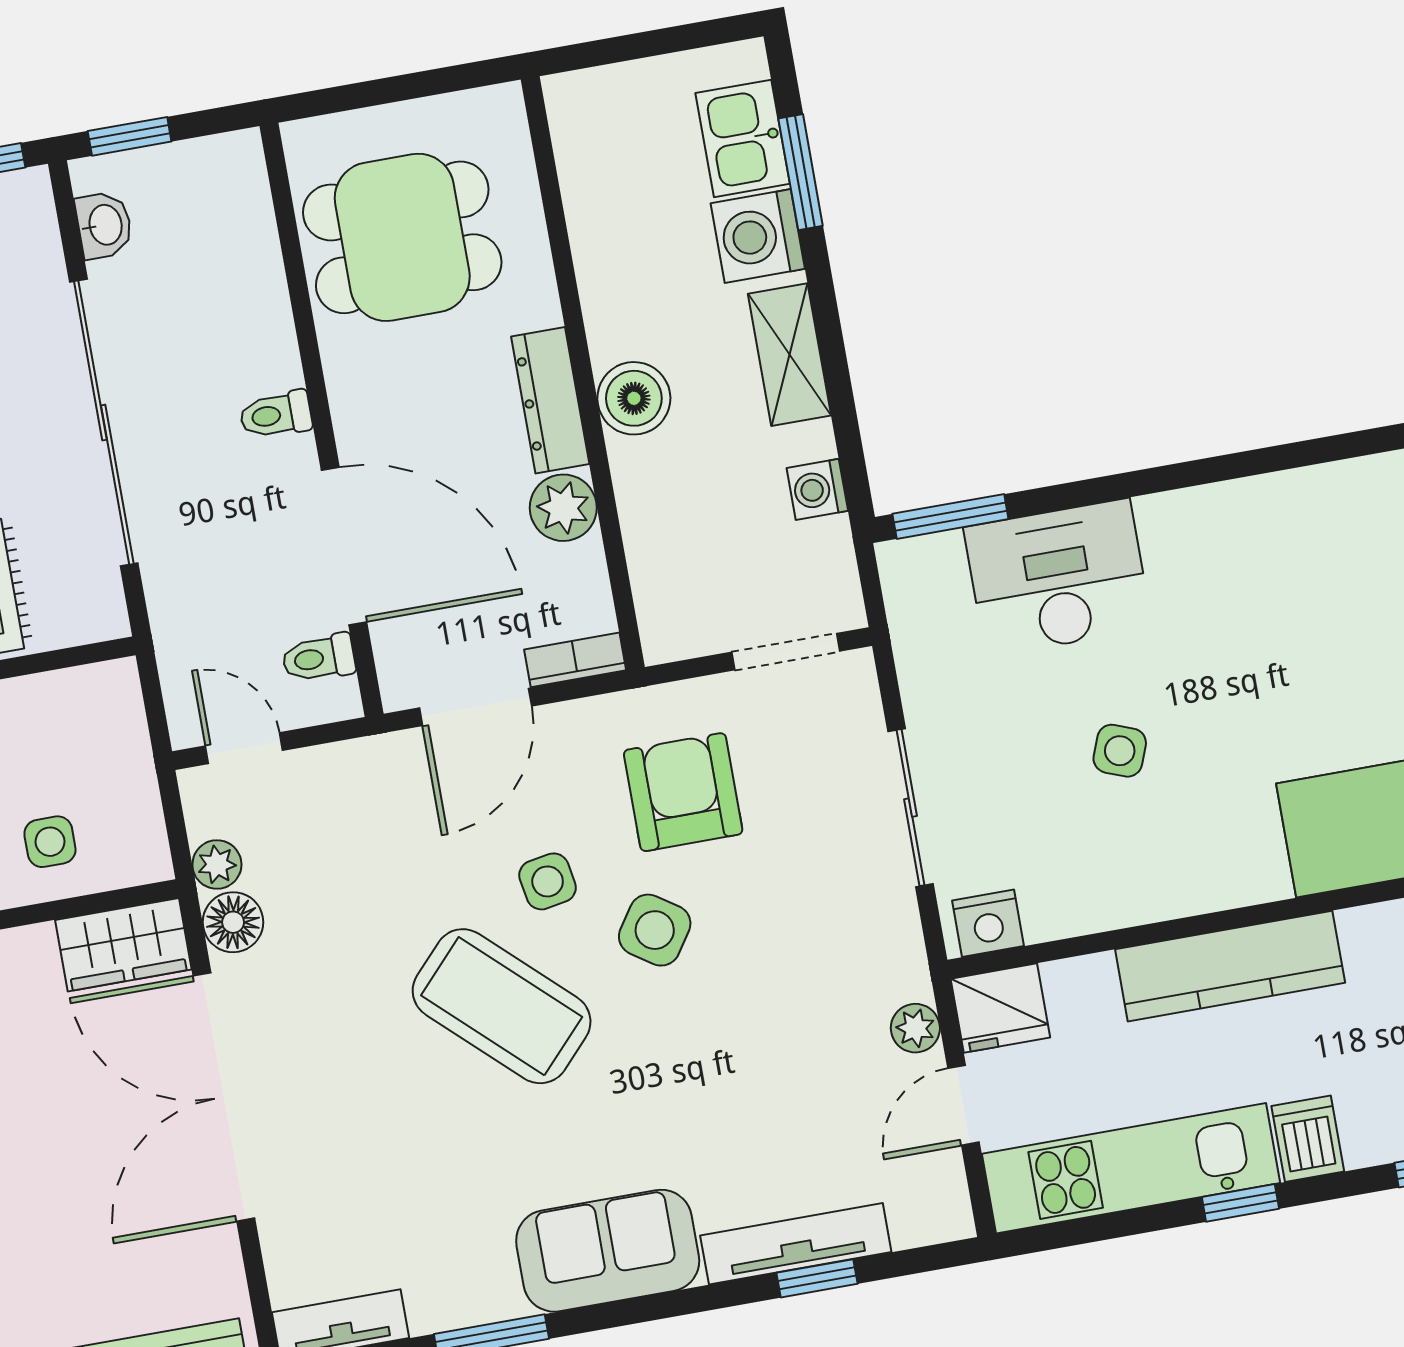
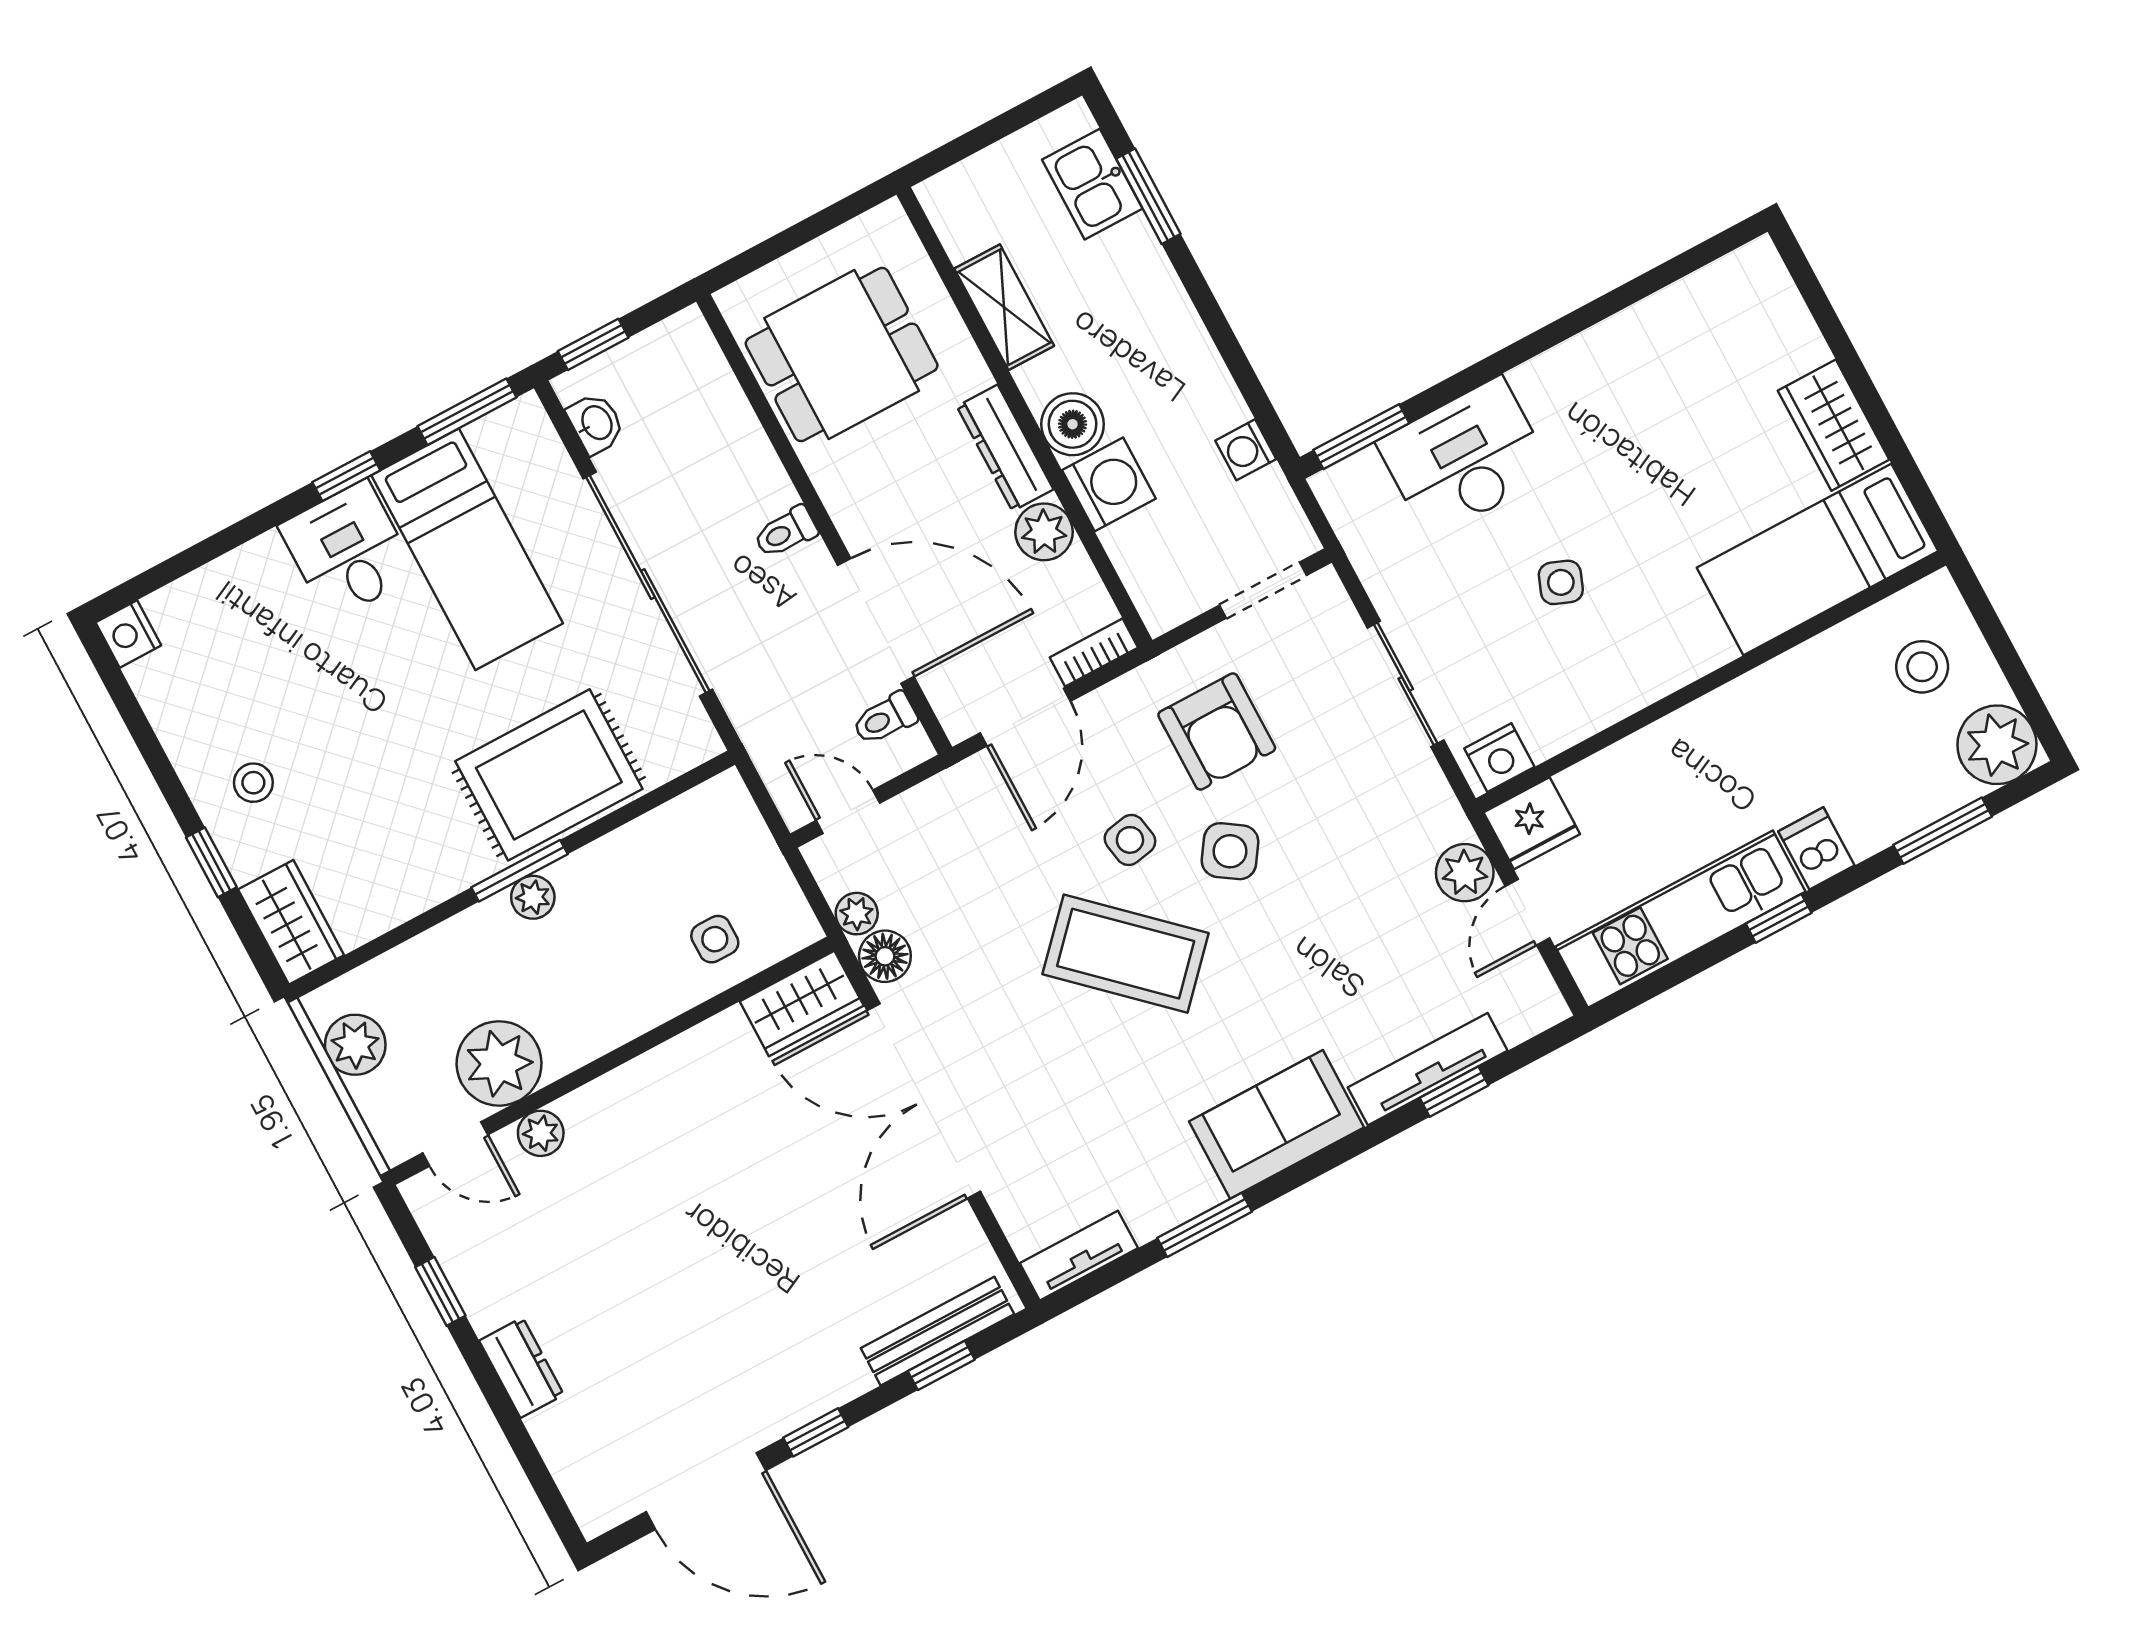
washing machine: (758, 236) -> (1109, 484), moved, turned 180
shelving: (789, 355) -> (1004, 307), moved
armchair: (683, 792) -> (1217, 731), turned 180
kitchen counter: (1230, 966) -> (1708, 728), removed
plant: (915, 1028) -> (1465, 873), width x1.38, depth x1.38

